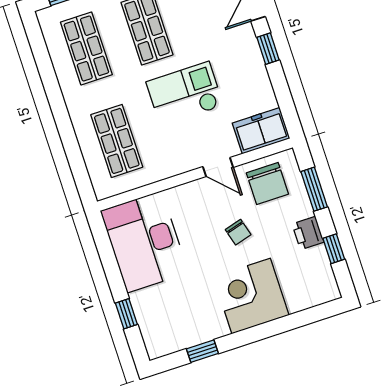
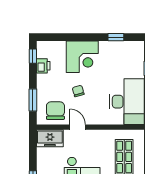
printer: (308, 233) -> (43, 66), moved
window: (334, 249) -> (33, 56), moved

